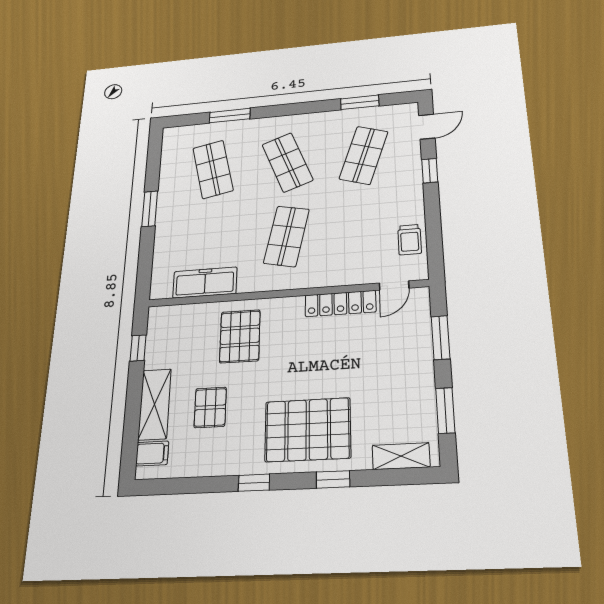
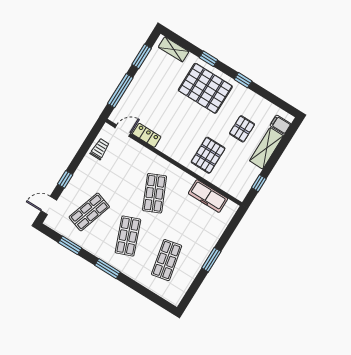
window: (230, 116) -> (108, 269), moved
shop shelf: (286, 236) -> (155, 193), turned -36
locker: (340, 304) -> (147, 135), width x0.66
window: (441, 338) -> (120, 91), width x1.44

